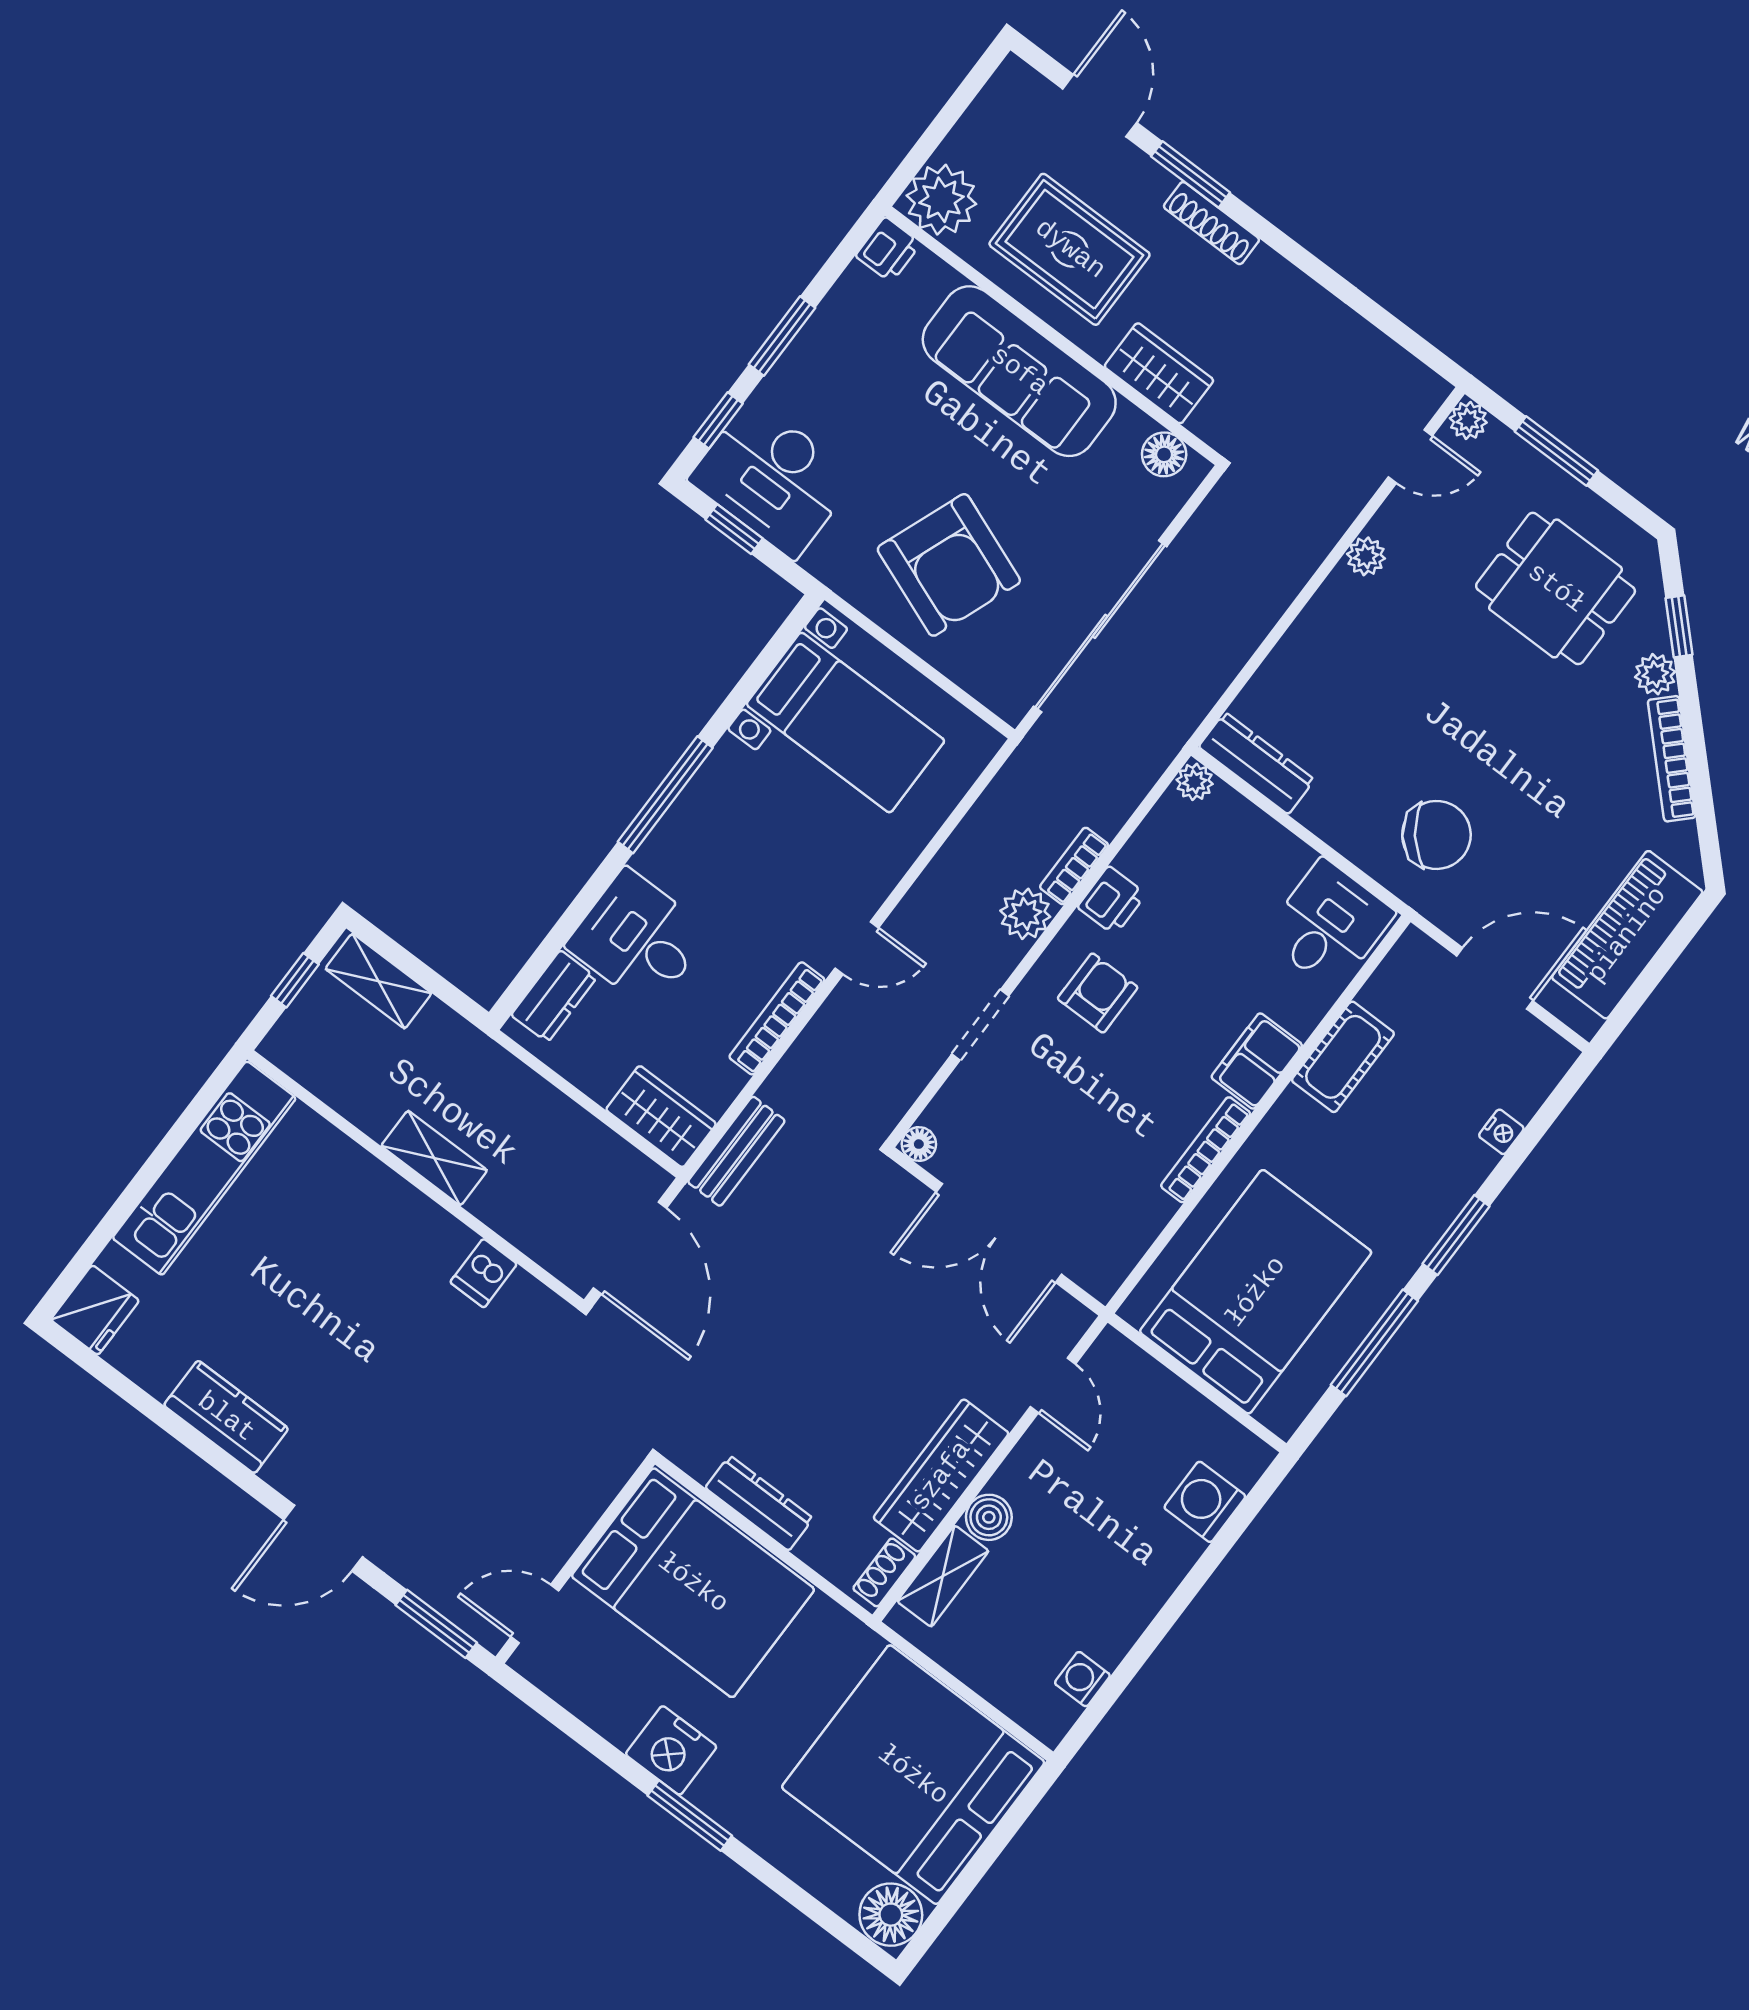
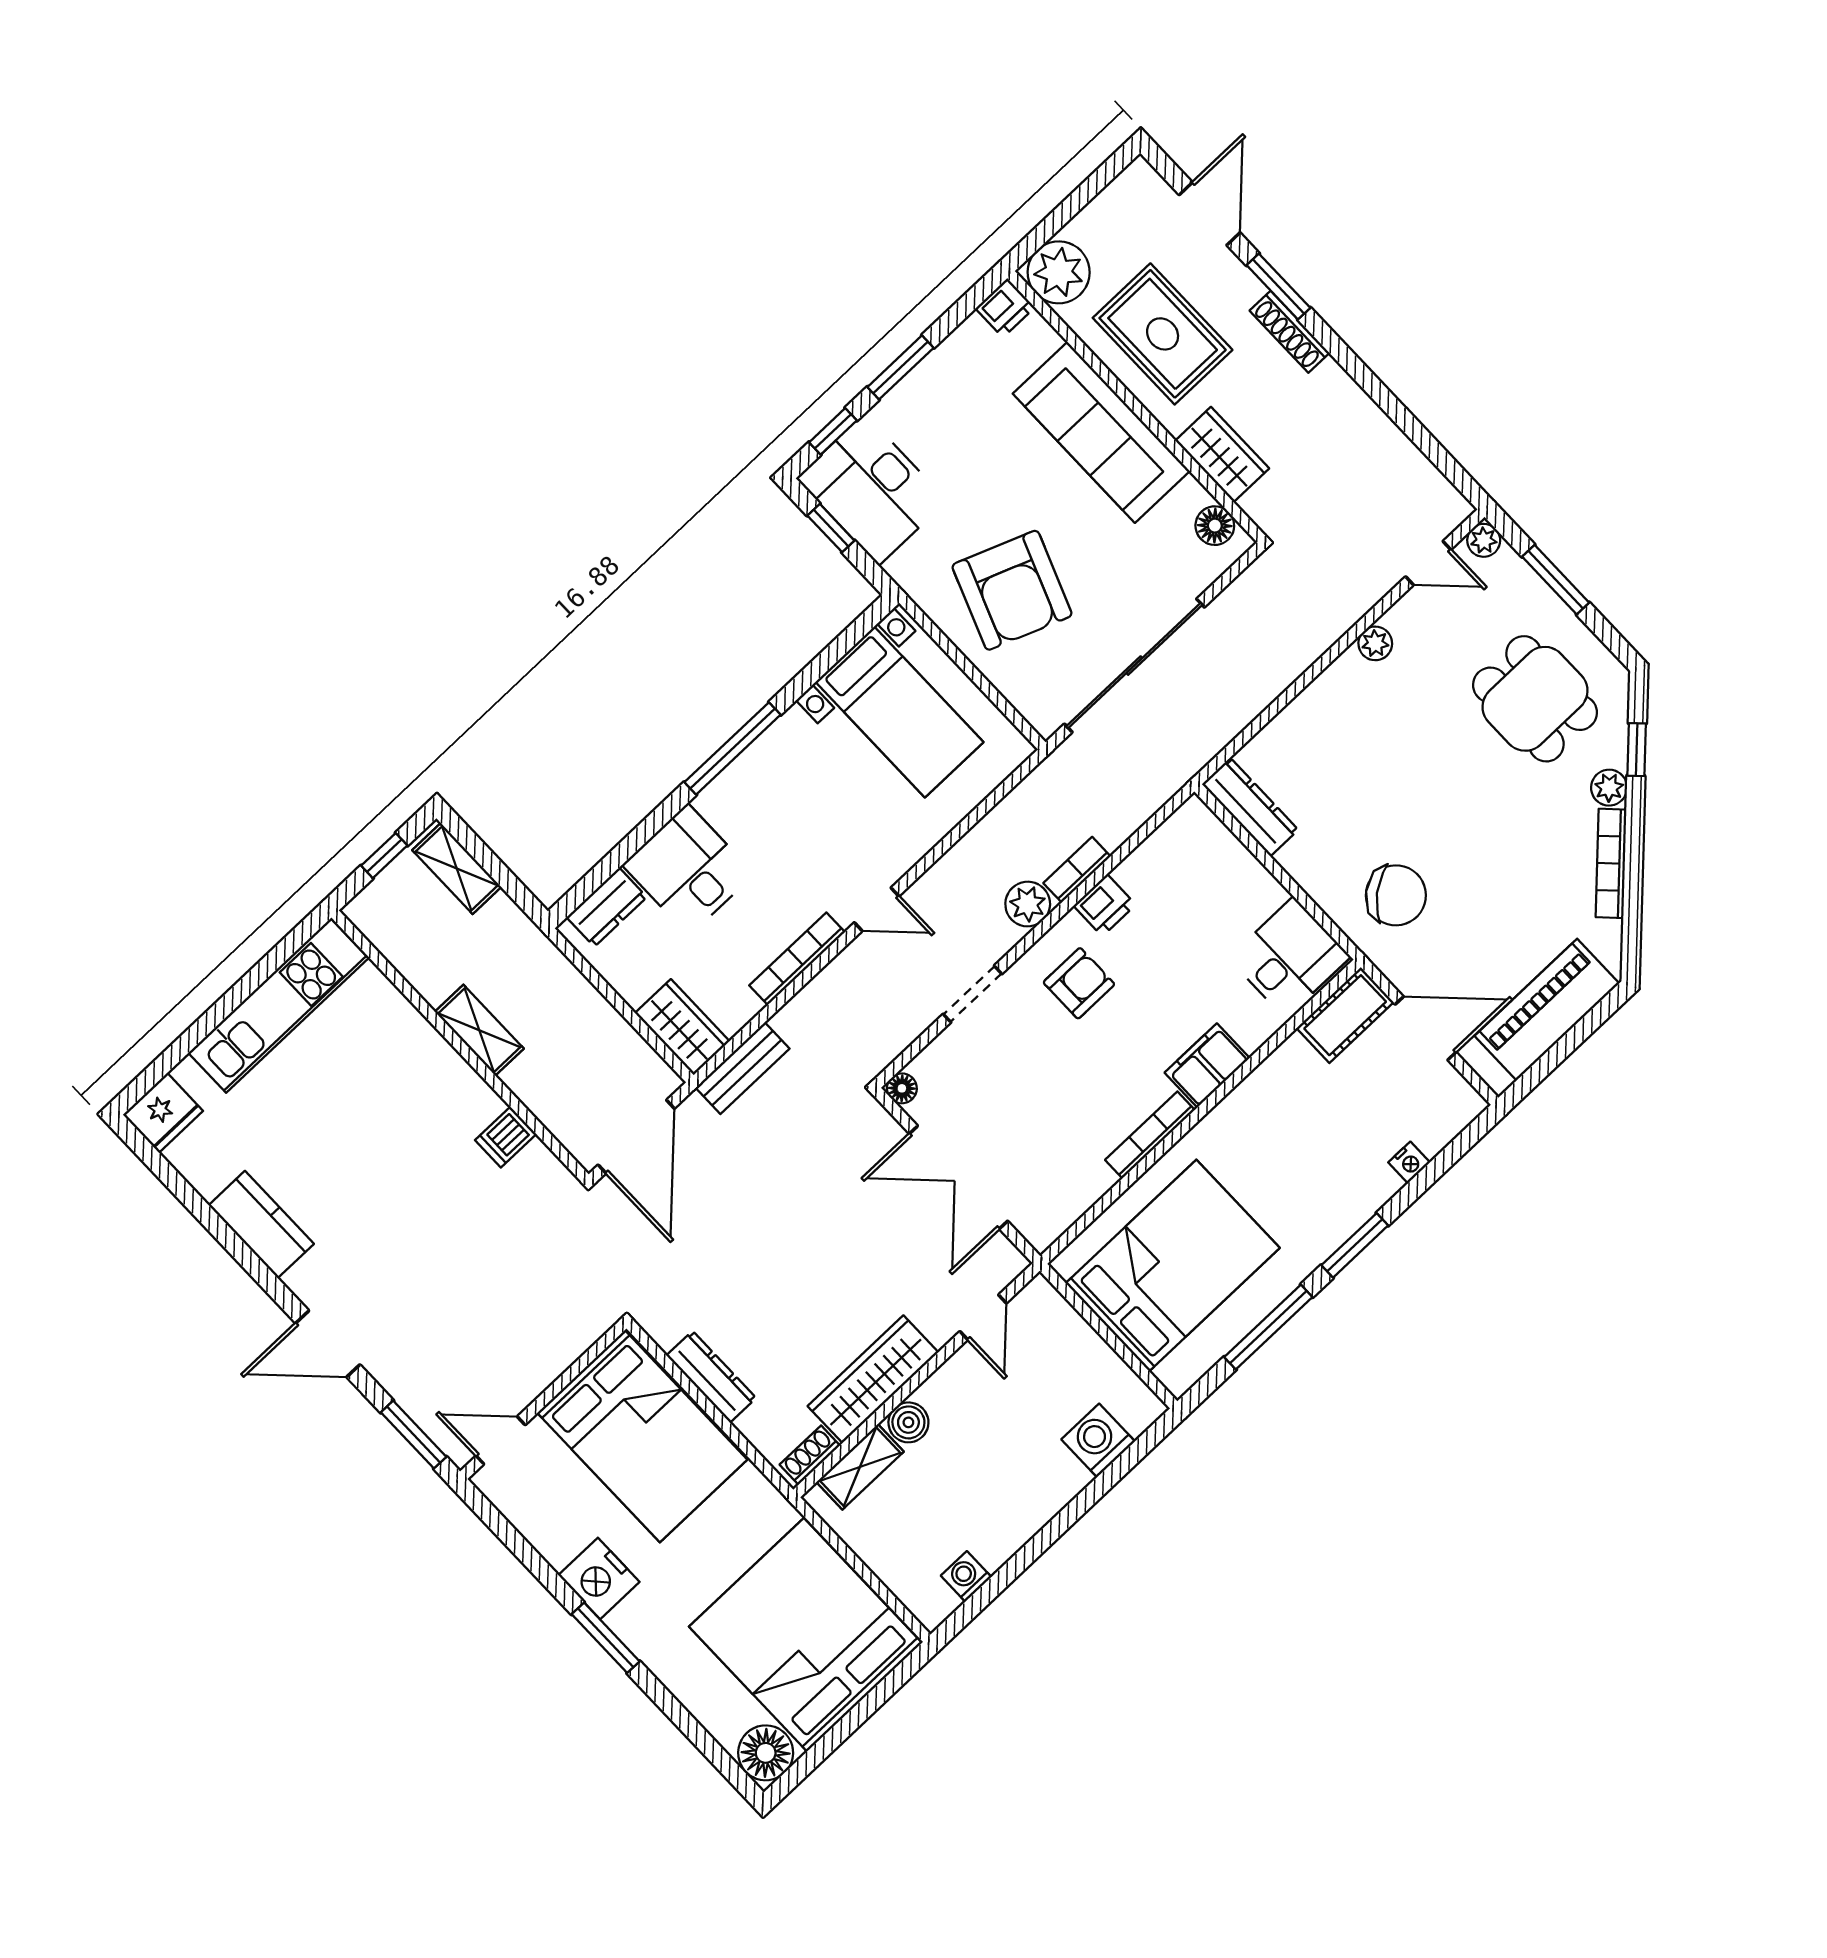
plant: (1195, 782) -> (1194, 814), removed
cot: (1343, 1057) -> (1345, 1015), moved

